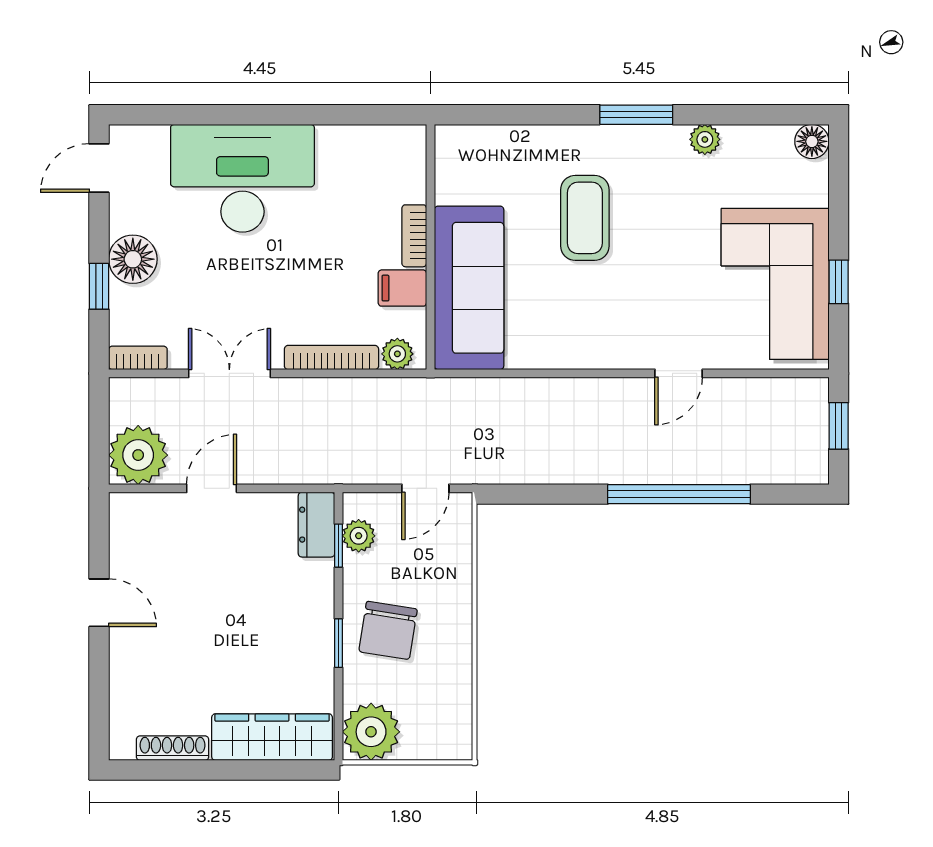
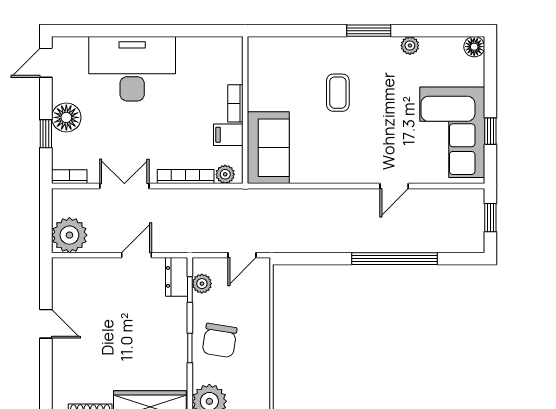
coffee table: (585, 218) -> (338, 93), width x0.73, depth x0.77
sofa: (469, 288) -> (268, 148), width x0.73
door: (212, 488) -> (136, 255), moved

